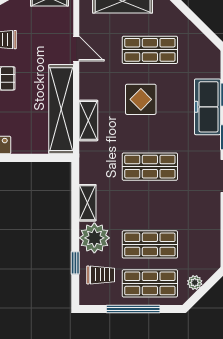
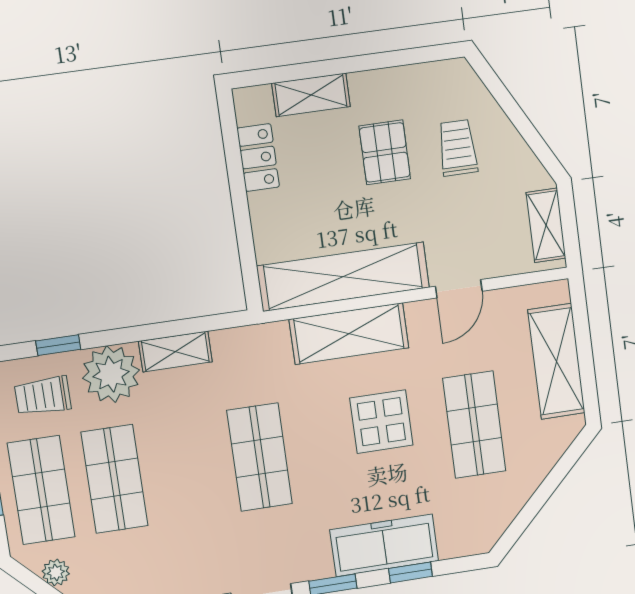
shelving: (88, 120) -> (349, 334), width x1.50, depth x1.33
trolley: (101, 275) -> (43, 396), turned 90

